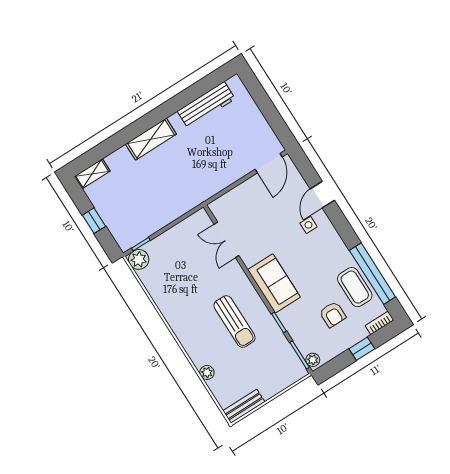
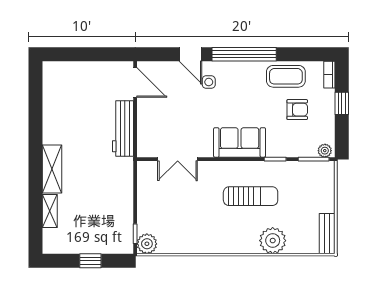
workbench: (206, 105) -> (123, 128), moved, turned 180
shelving: (92, 174) -> (50, 211), moved
window: (372, 274) -> (244, 54), moved
plant: (207, 373) -> (273, 241), width x1.87, depth x1.87

